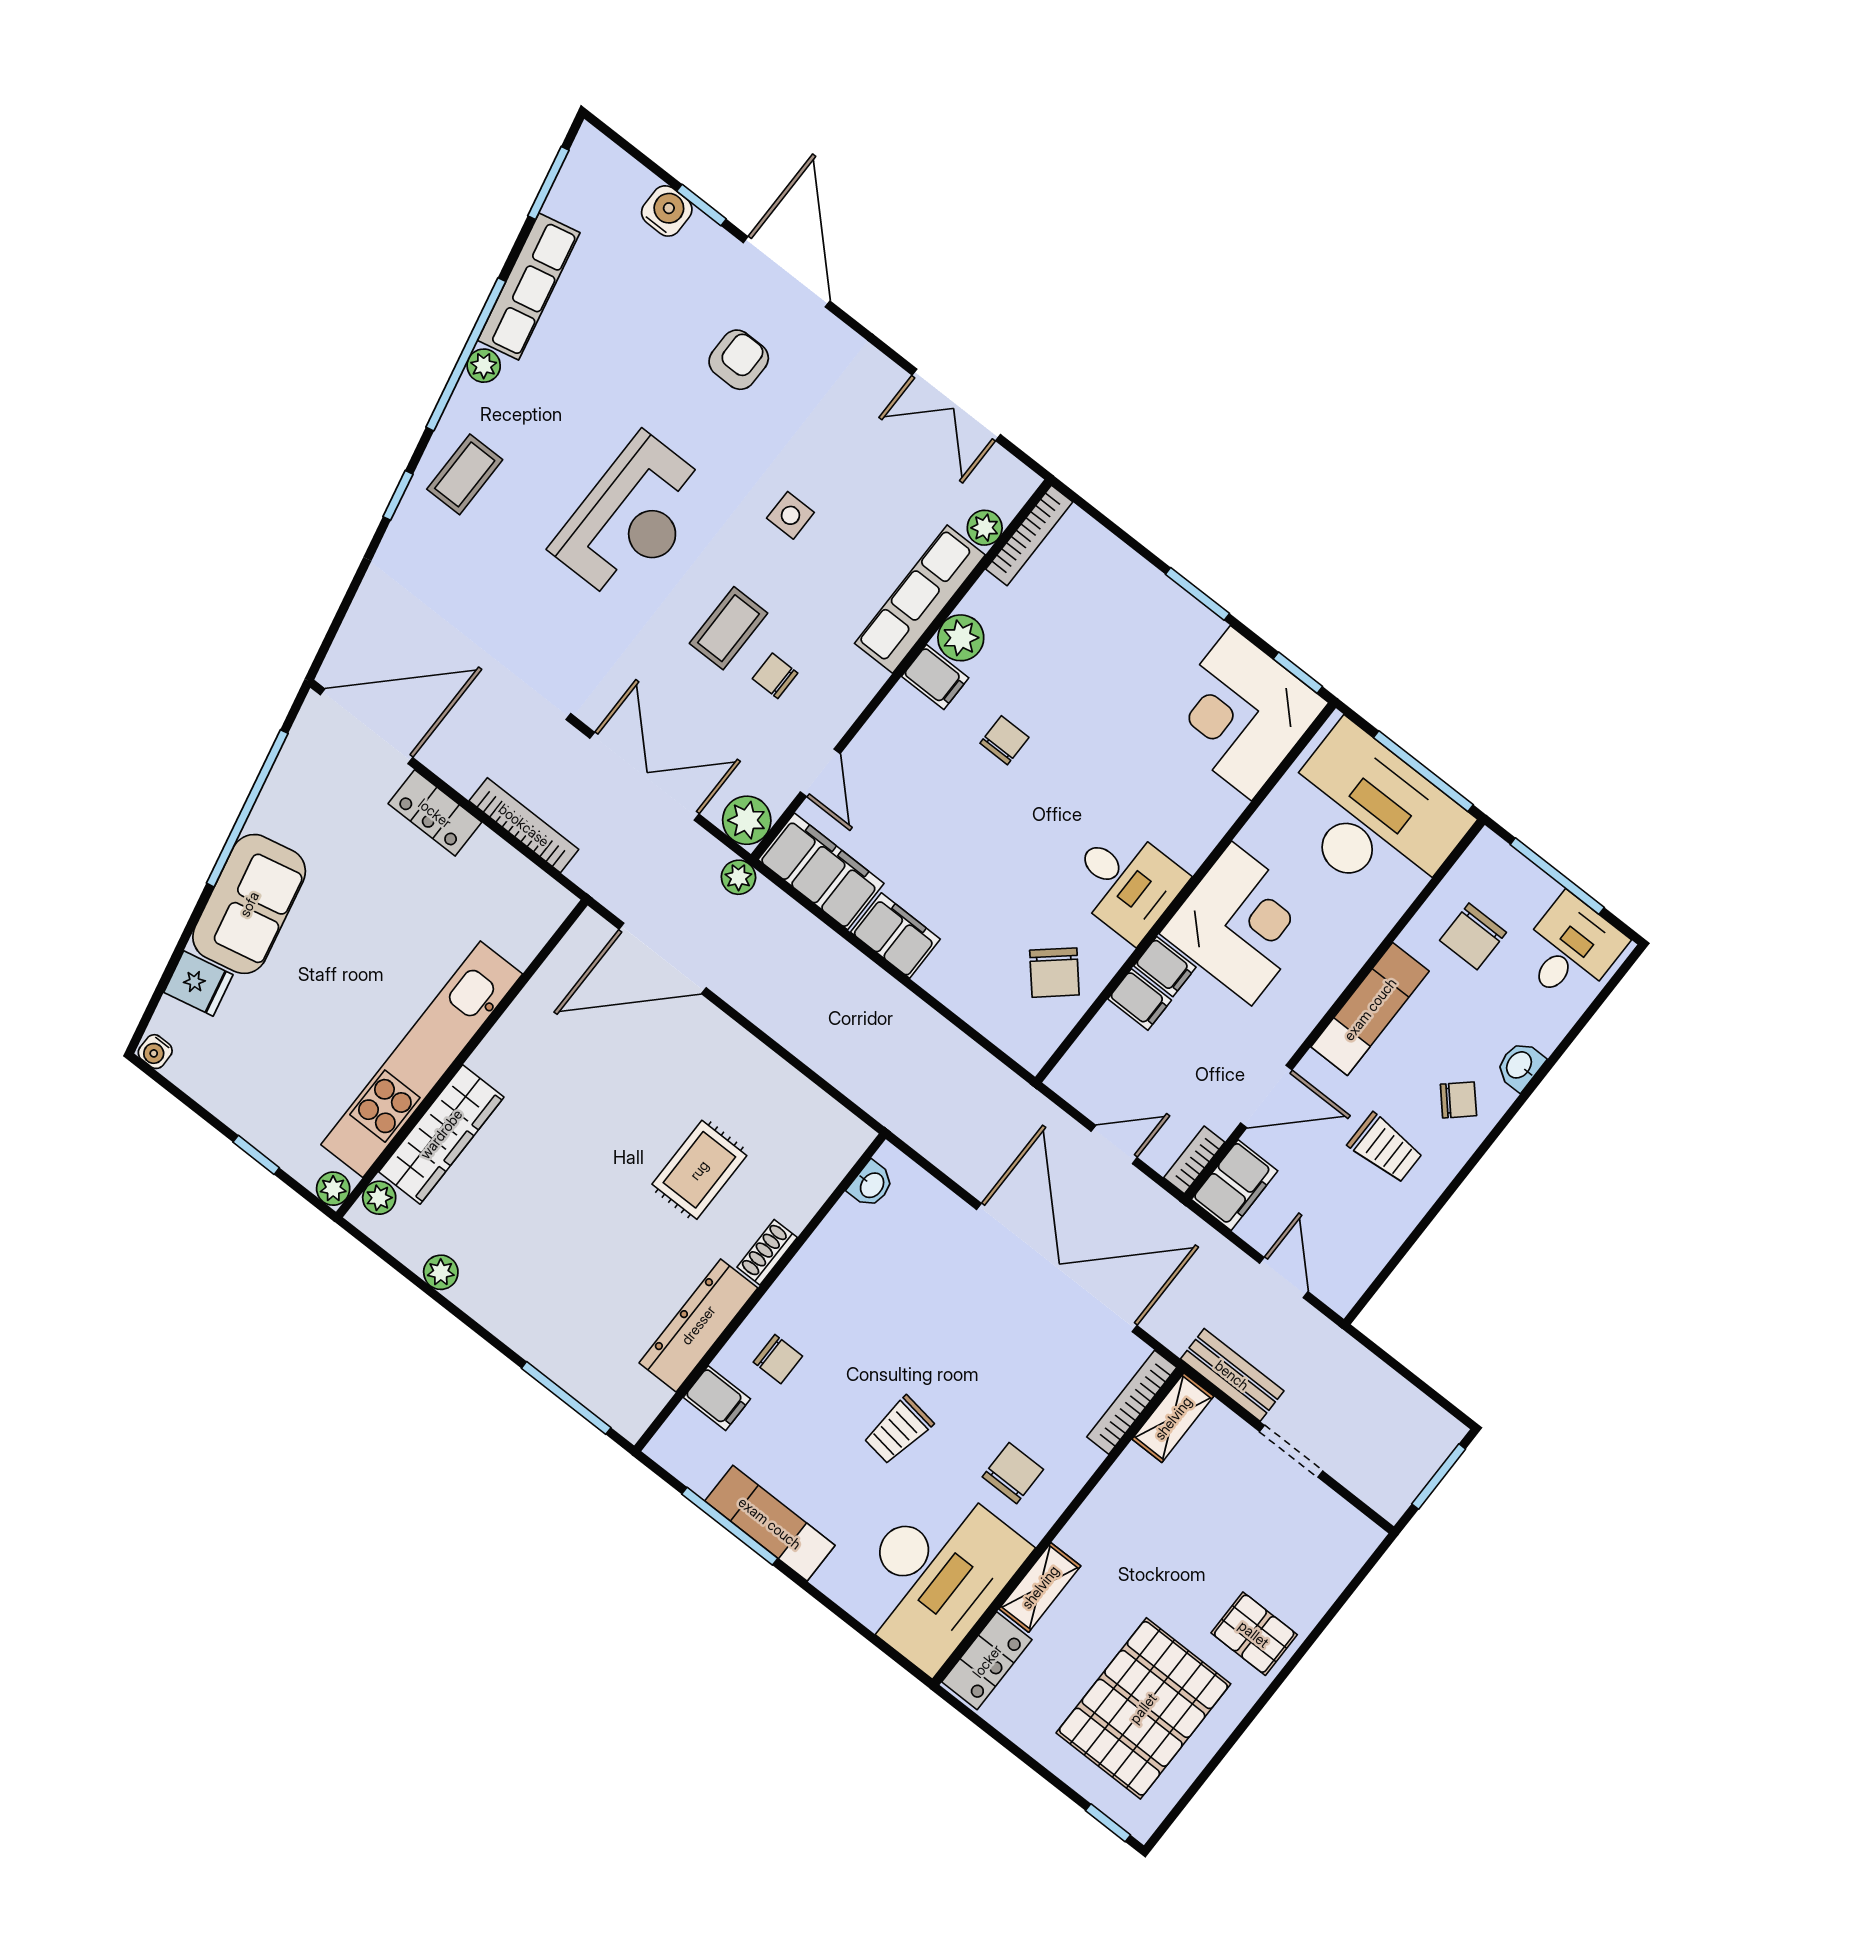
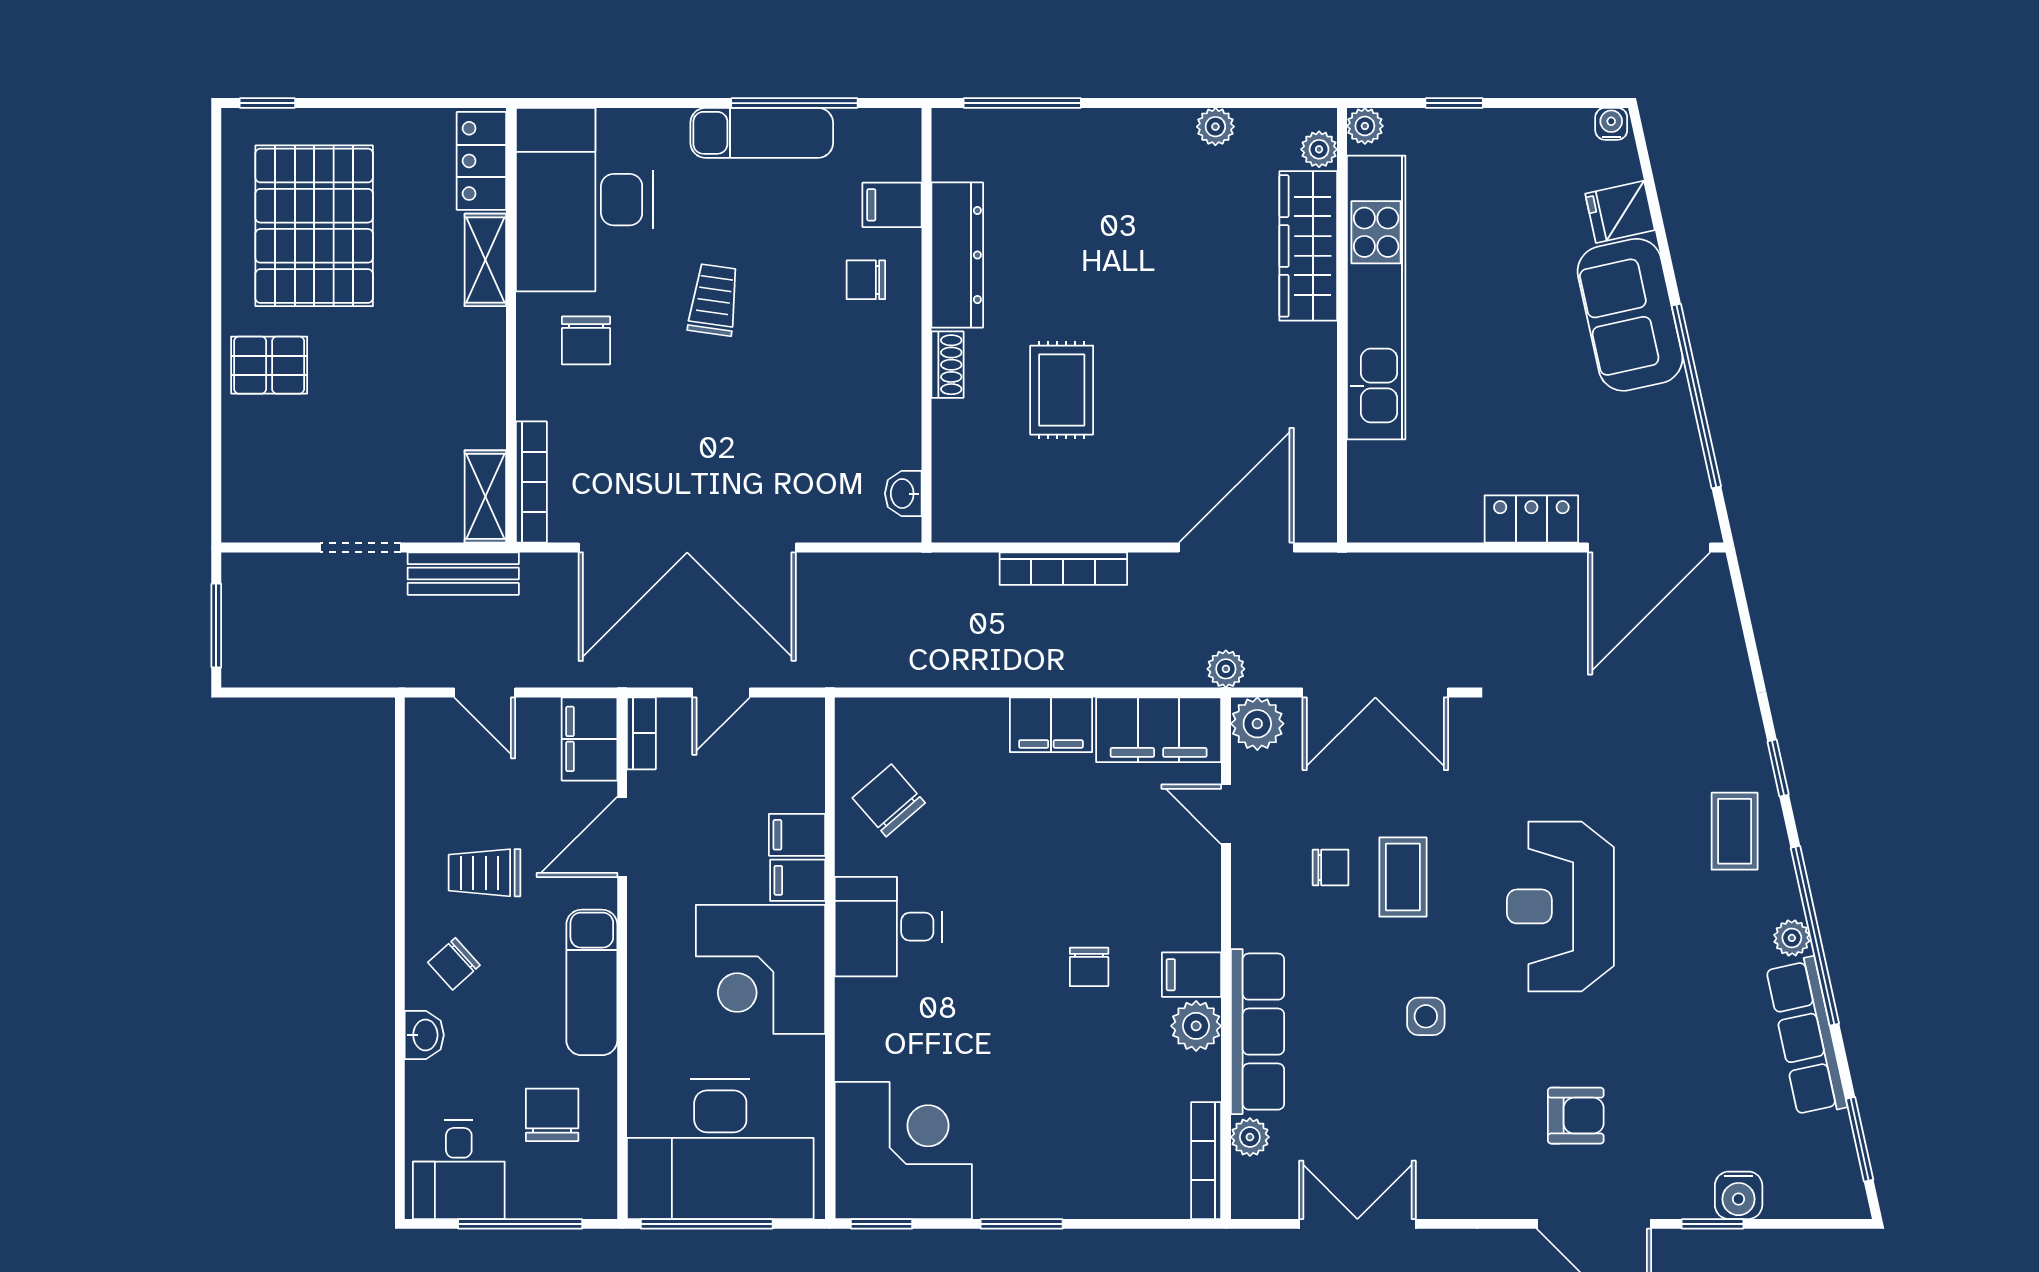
armchair: (739, 360) -> (1576, 1116), turned -90
bookcase: (524, 825) -> (1063, 569), moved

